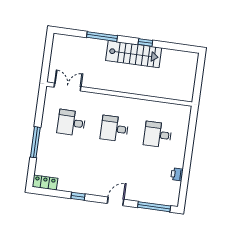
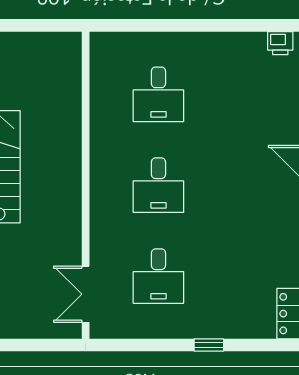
window: (35, 142) -> (209, 345), width x0.46
printer: (177, 174) -> (280, 43), moved

